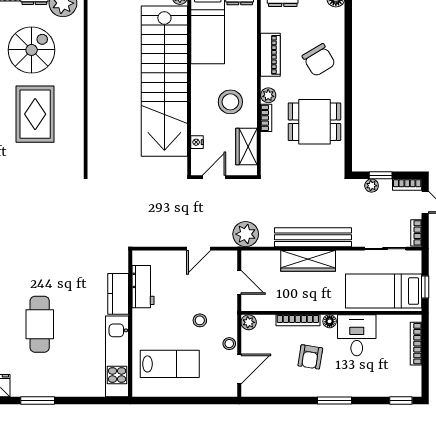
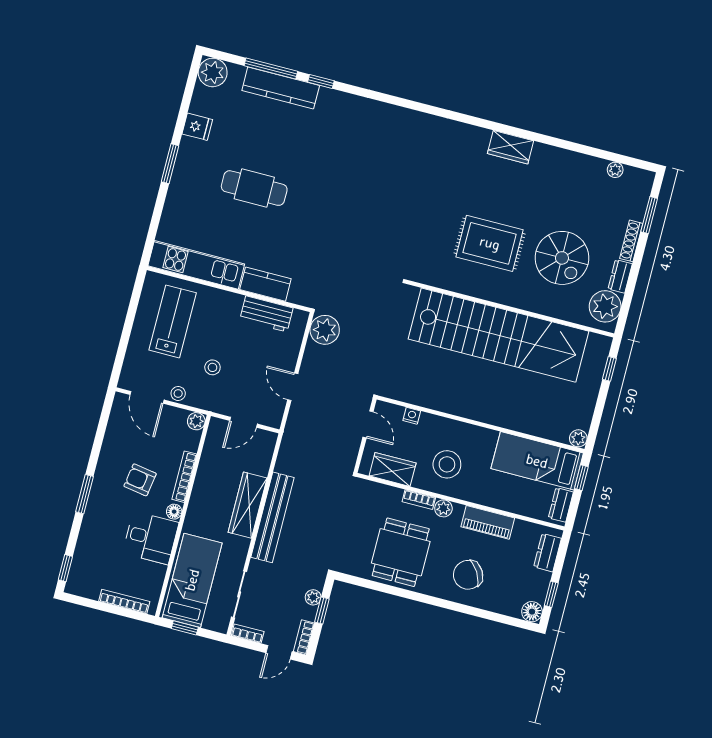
stairs: (164, 81) -> (498, 335), moved, turned 180
plant: (246, 234) -> (325, 330), moved
lab bench: (170, 364) -> (173, 321), turned 180

